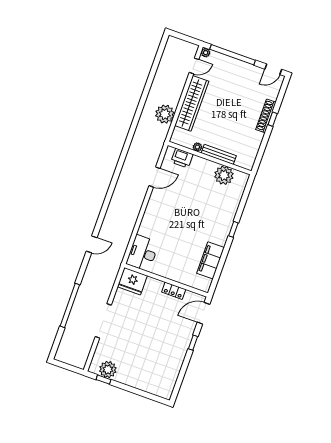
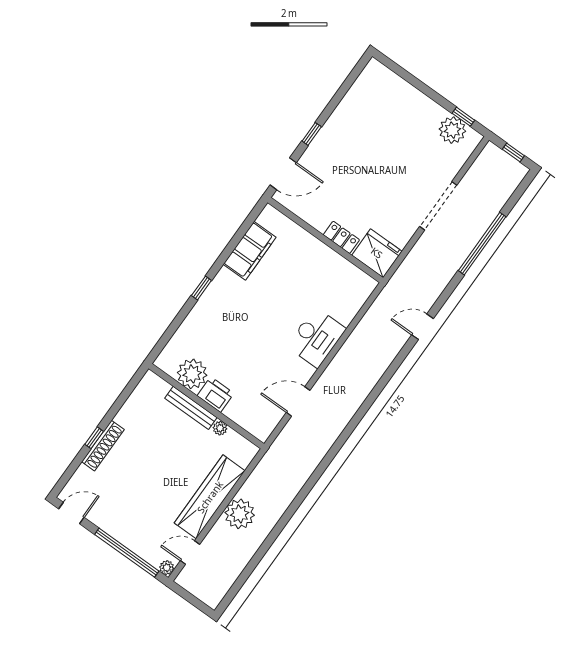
plant: (165, 114) -> (240, 514), moved
printer: (182, 158) -> (216, 394), moved
desk: (142, 253) -> (316, 338), moved
locker: (174, 291) -> (341, 237), moved
window: (67, 367) -> (513, 152), added

